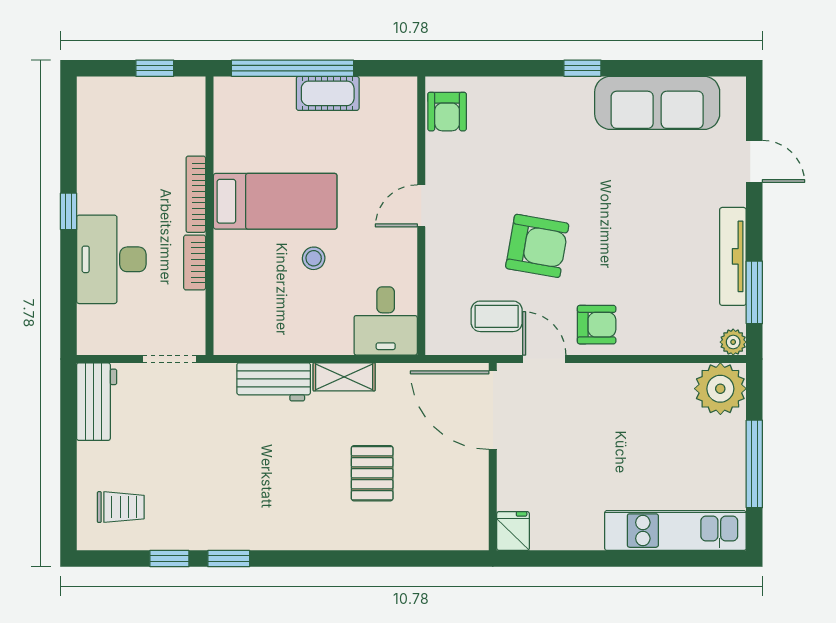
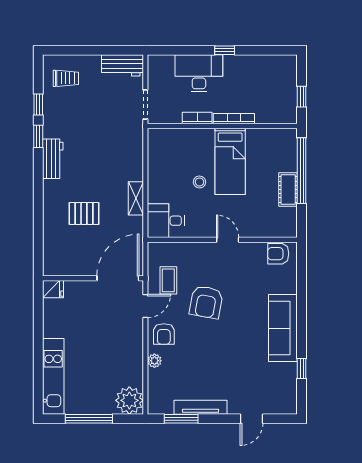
window: (582, 68) -> (302, 368), moved
sofa: (657, 103) -> (283, 328), moved
plant: (733, 342) -> (154, 361), moved
workbench: (274, 382) -> (53, 159), moved, turned 180
trolley: (121, 507) -> (66, 78), turned -90

